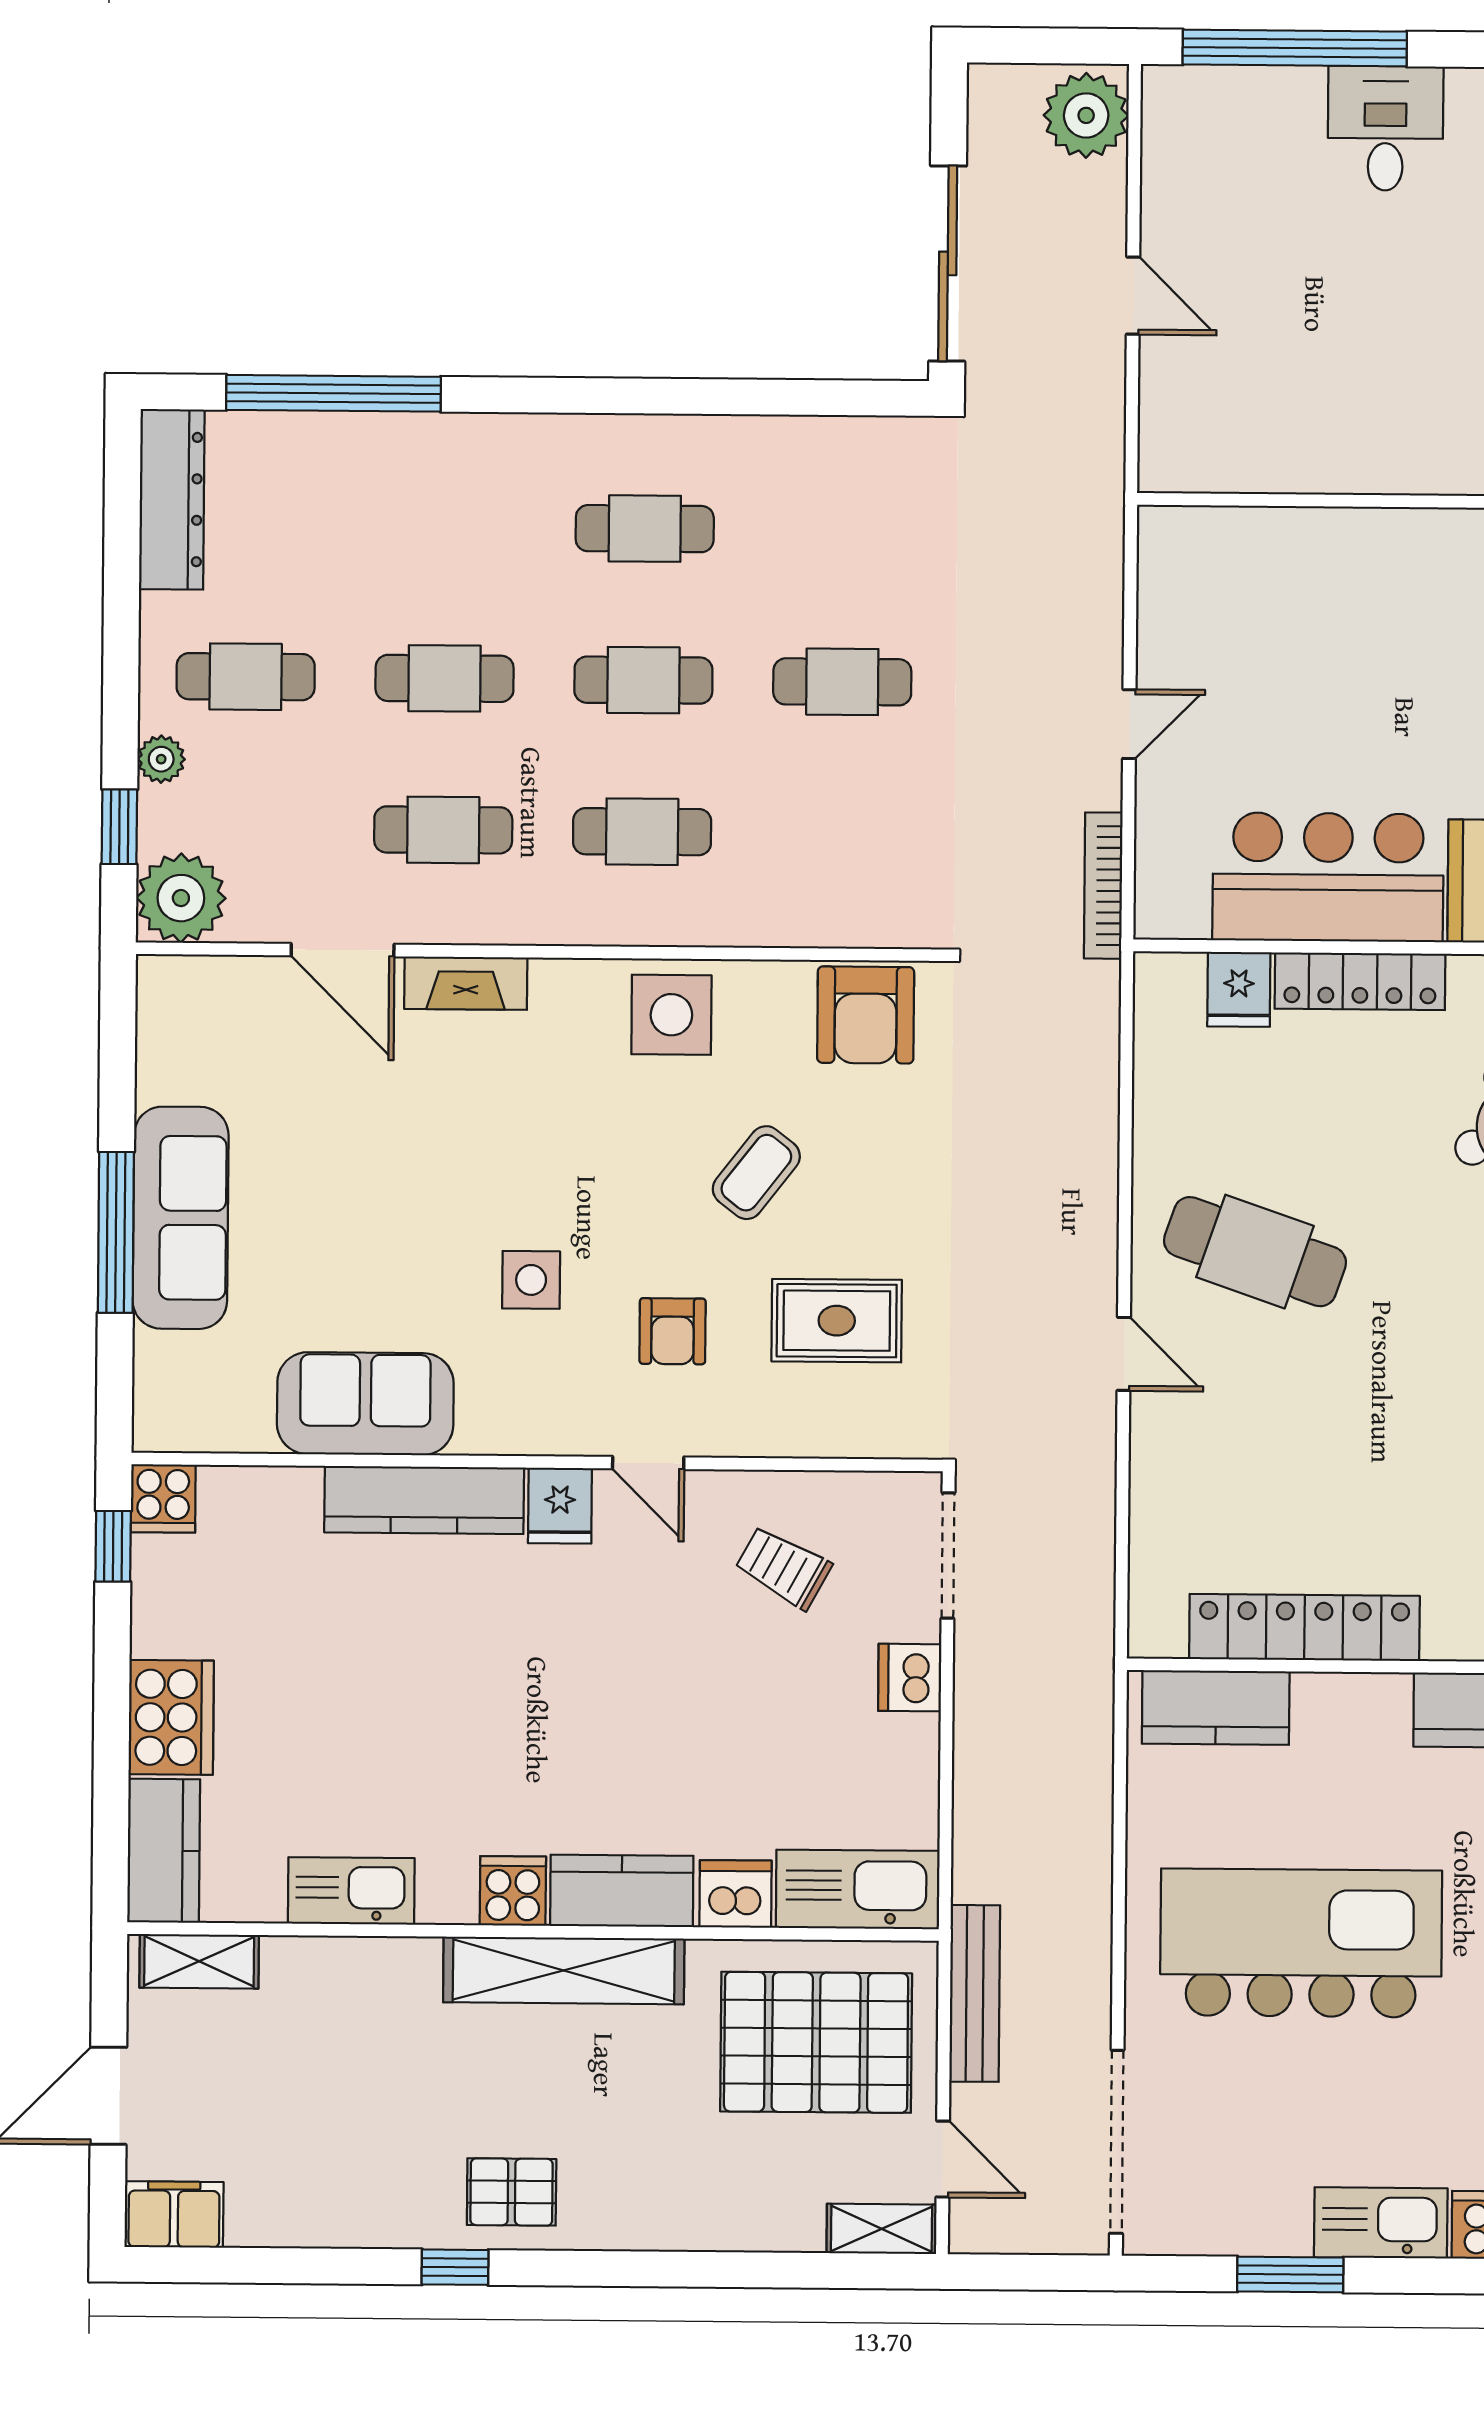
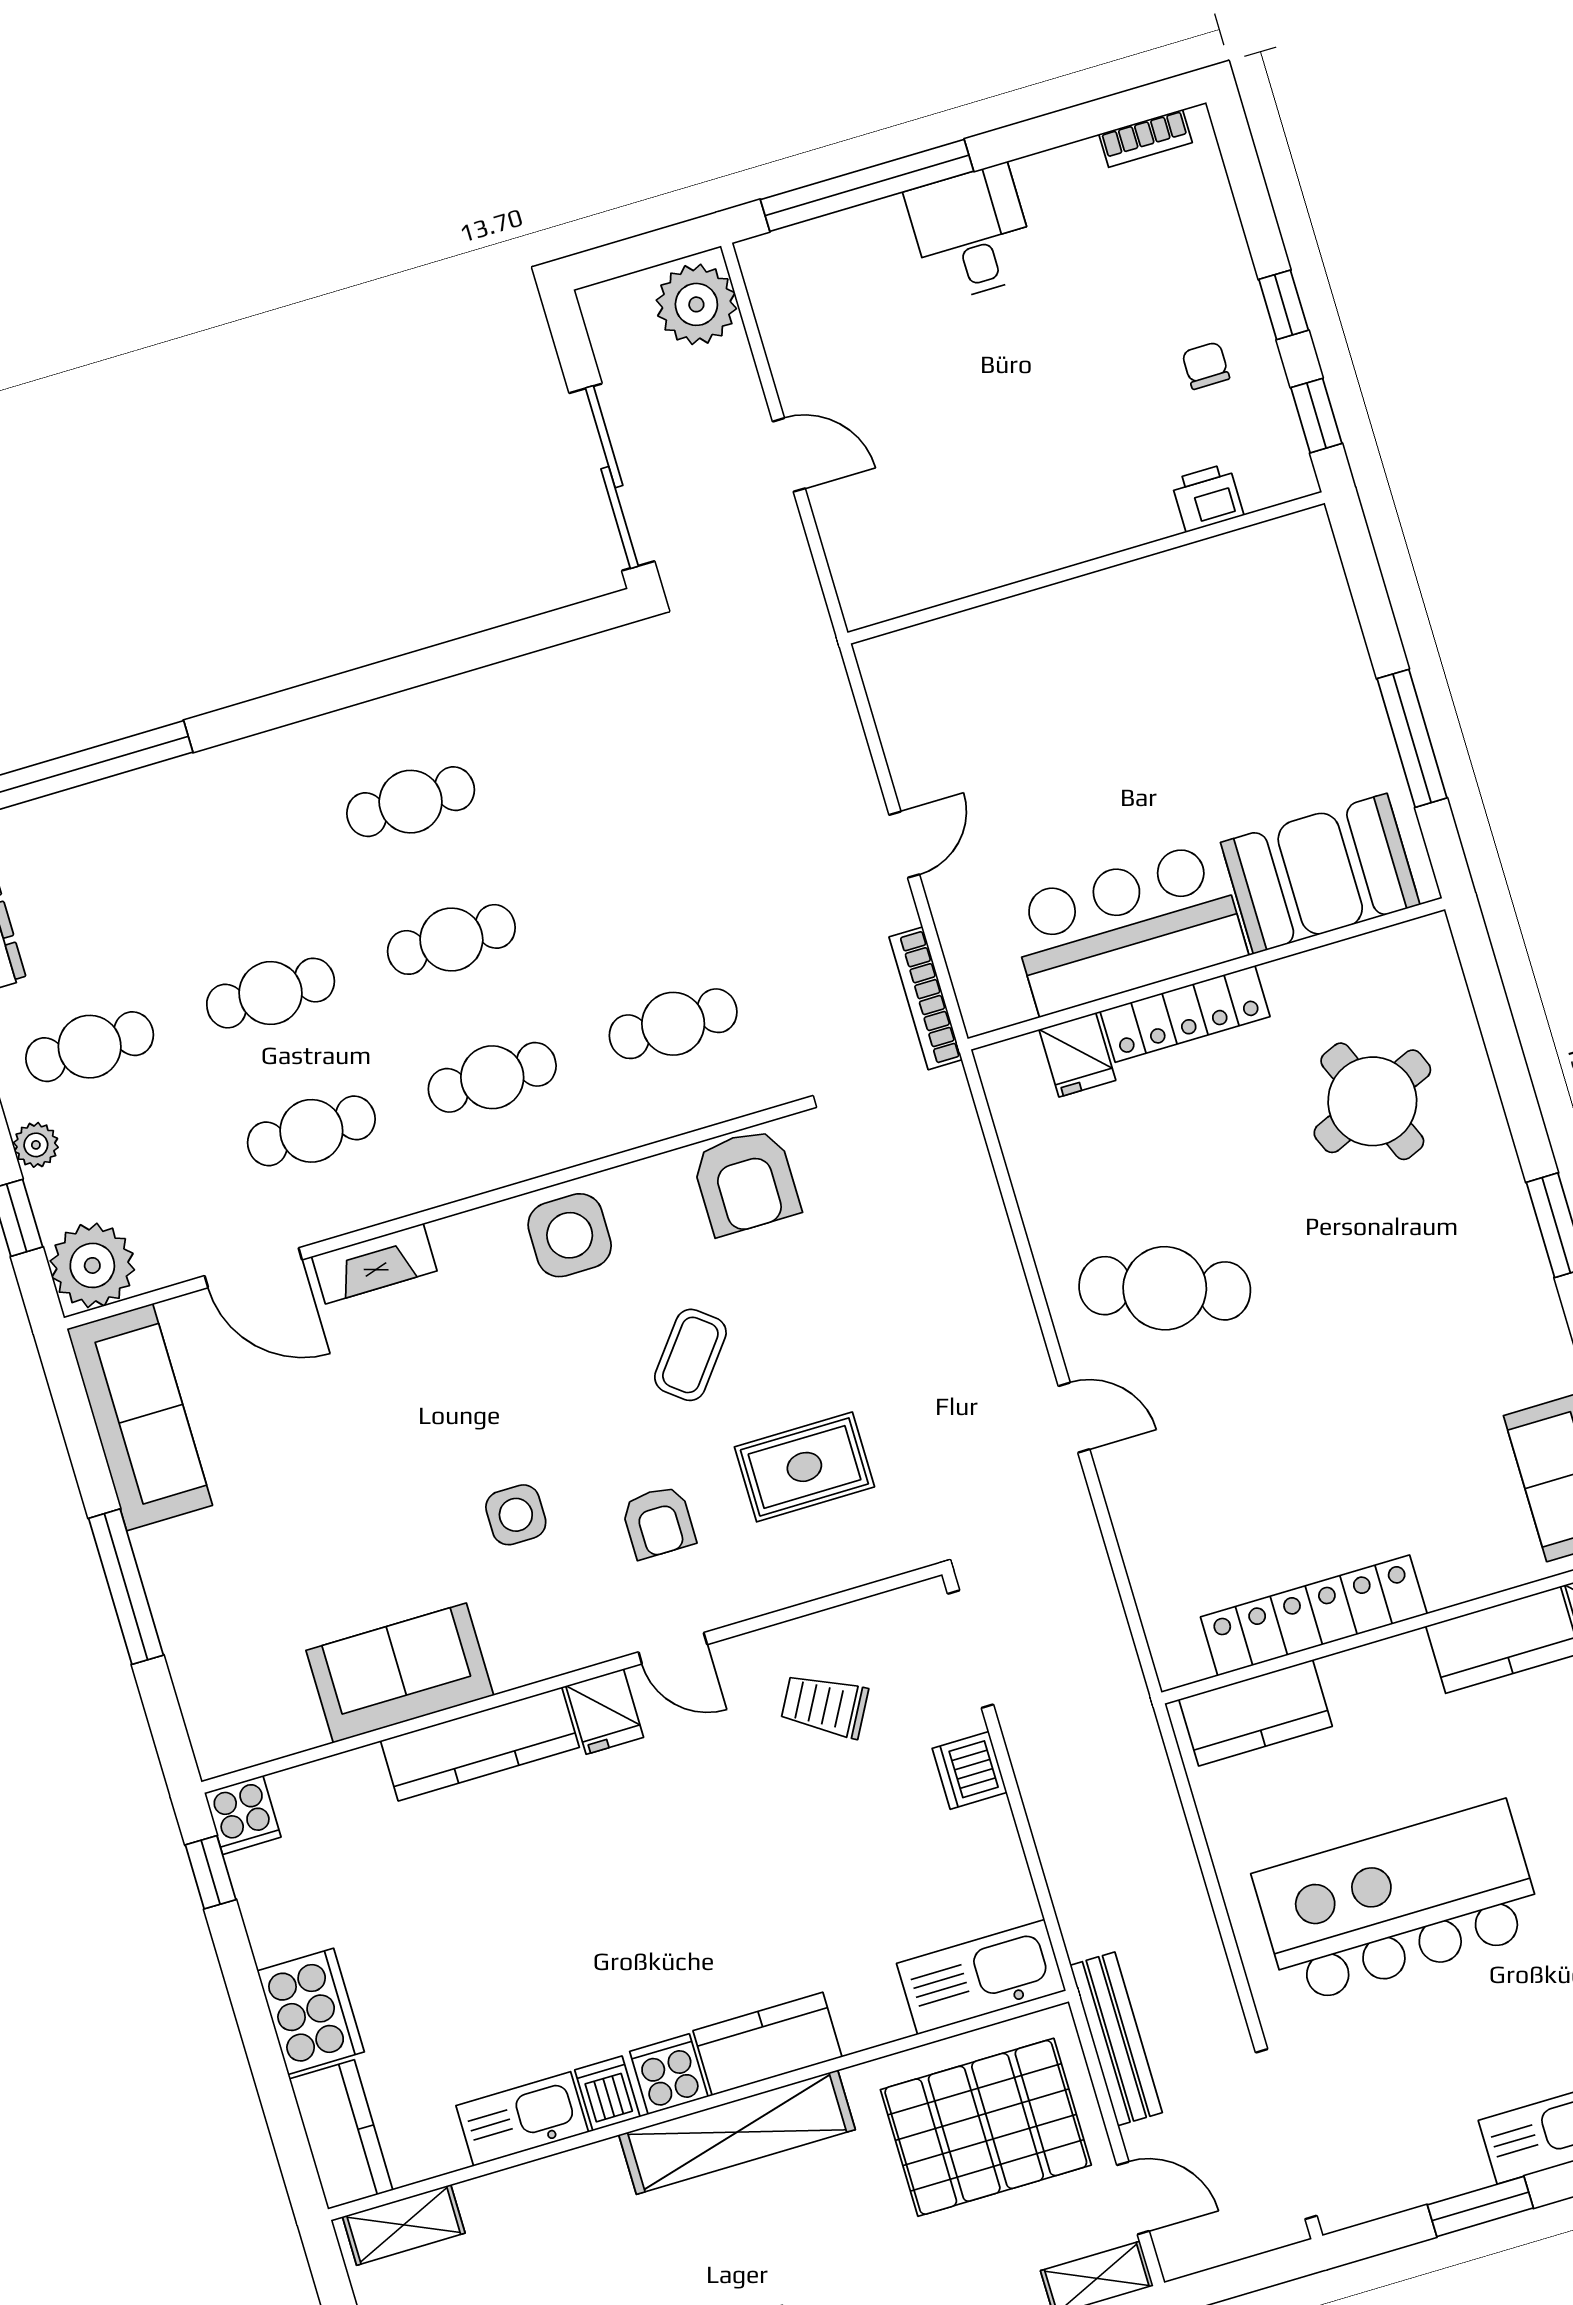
cafe table: (842, 682) -> (673, 1024), moved
sofa: (181, 1218) -> (140, 1417), moved
dishwasher: (736, 1894) -> (607, 2093), moved, width x0.73

